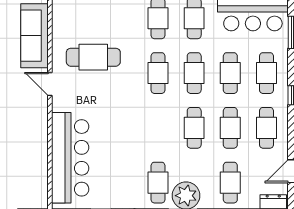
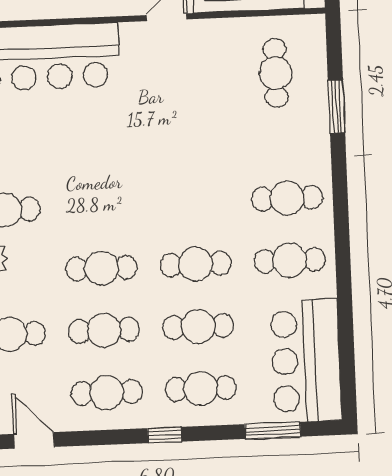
cafe table: (93, 57) -> (275, 73), moved, width x0.73, depth x0.74
cafe table: (158, 73) -> (193, 202), removed

